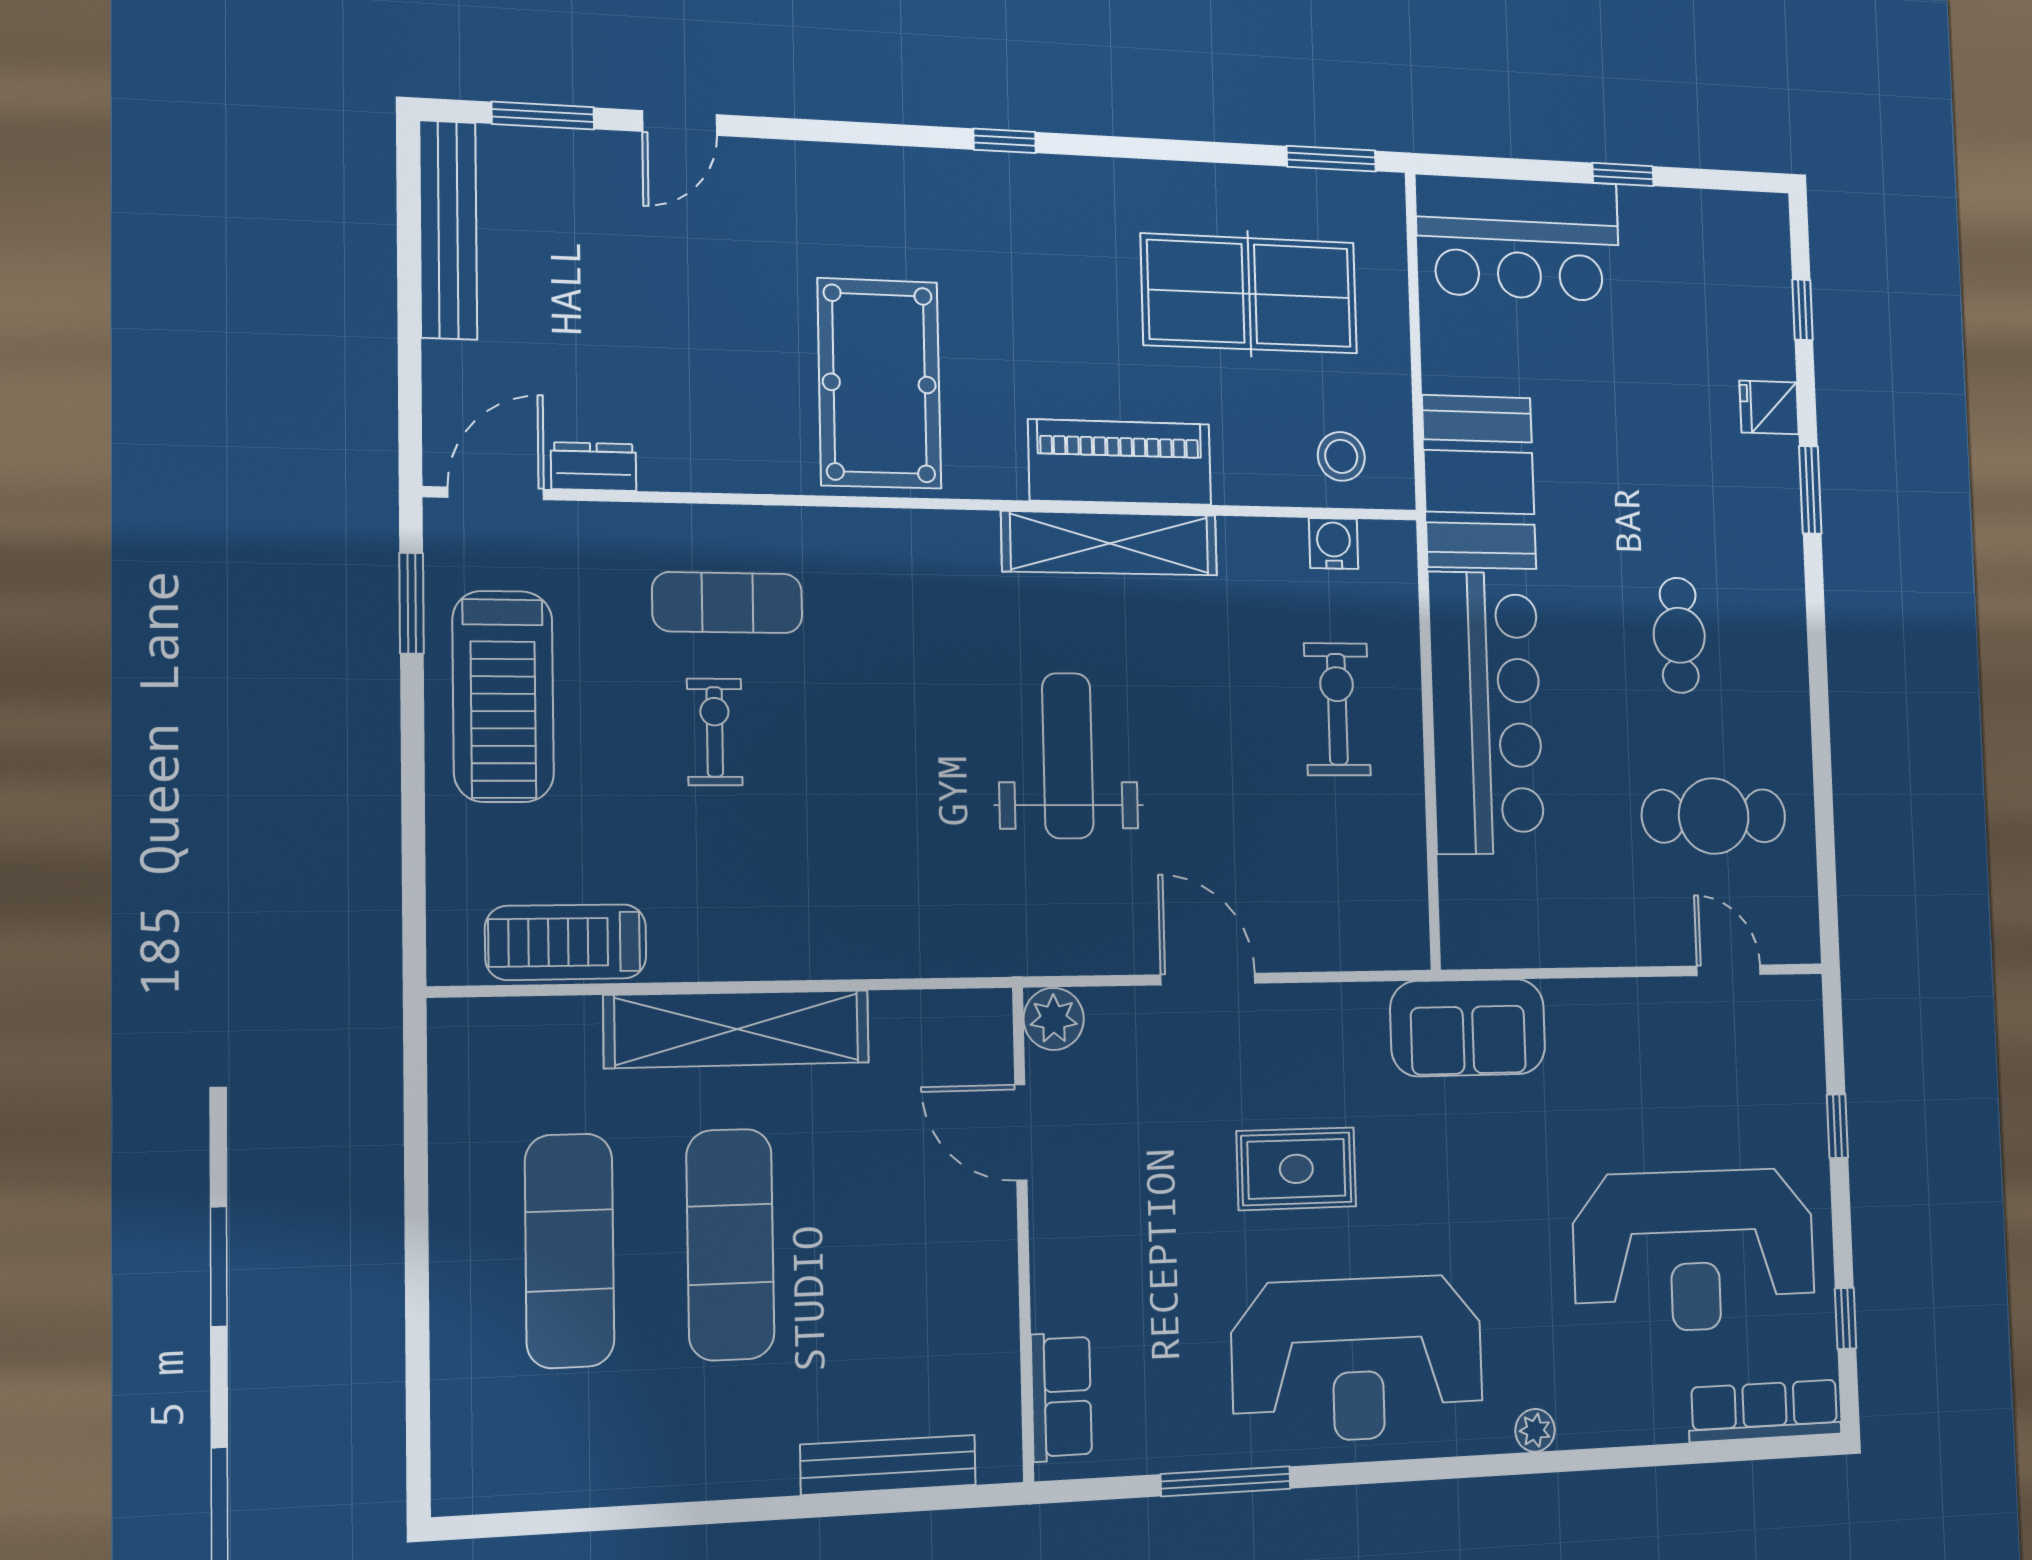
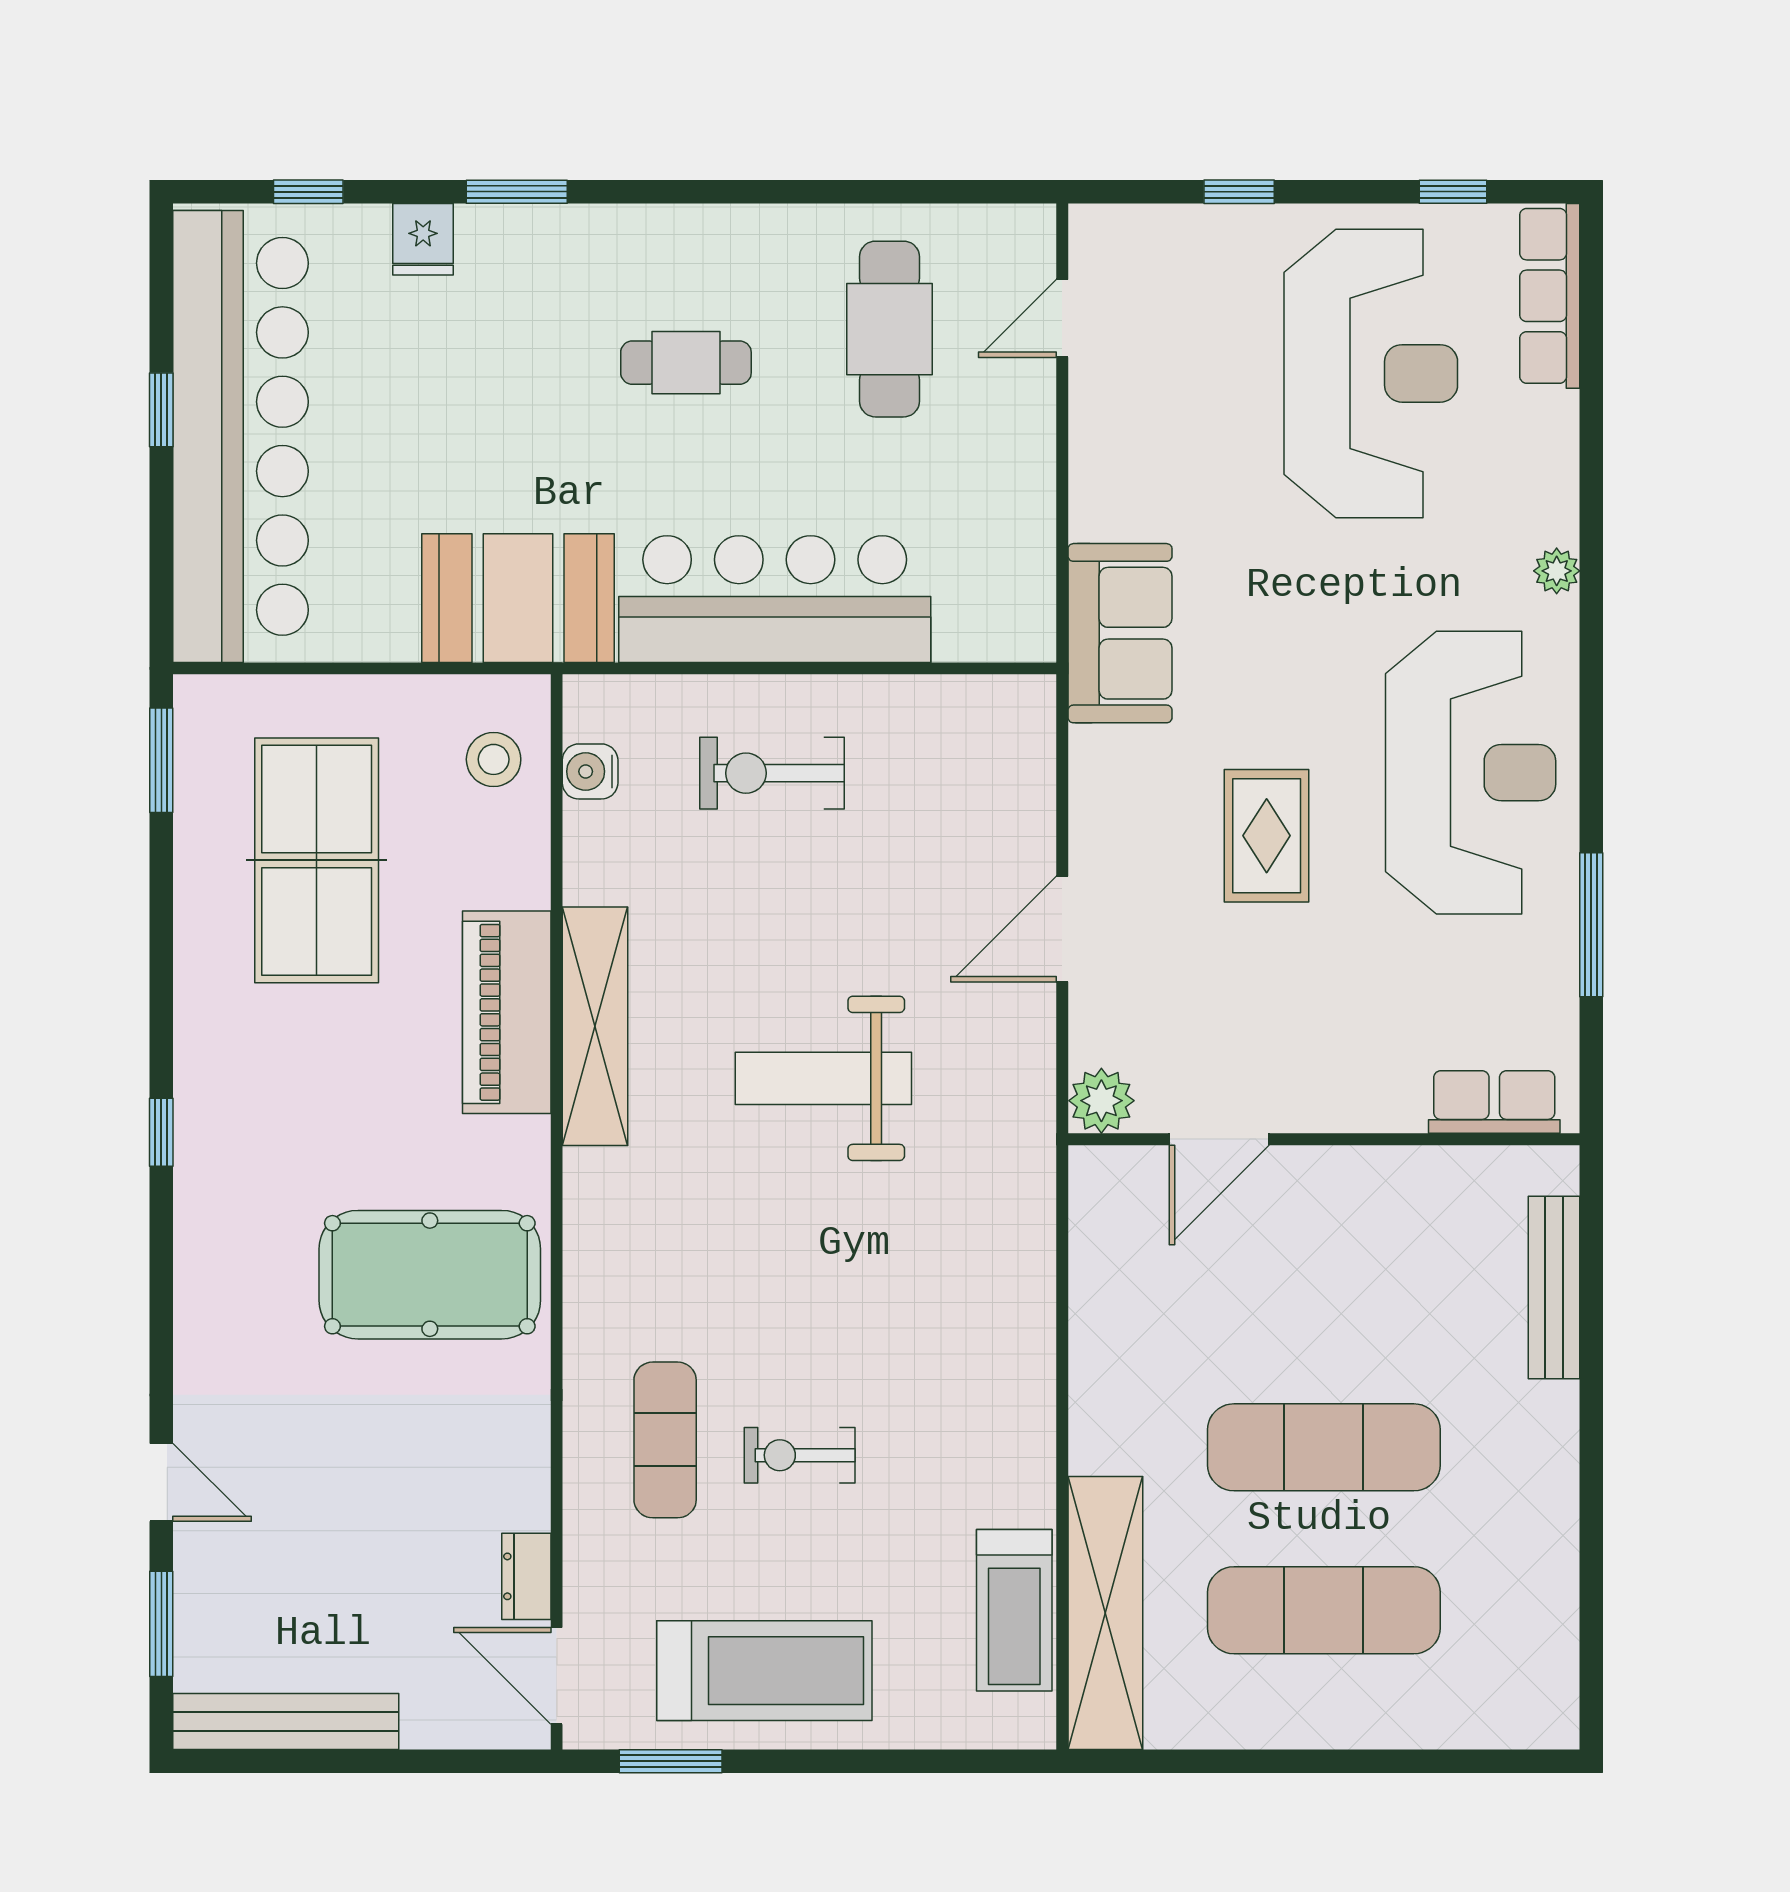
bar counter: (1518, 238) -> (241, 436), width x1.86
shelving: (737, 1029) -> (1105, 1613), moved

